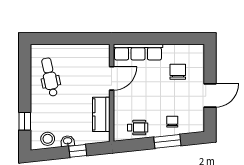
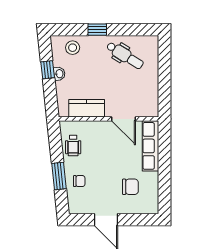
dental chair: (50, 77) -> (125, 55), turned 44
window: (25, 121) -> (97, 30), moved
stool: (48, 139) -> (73, 48), moved
window: (78, 151) -> (48, 70), moved

